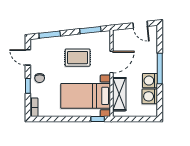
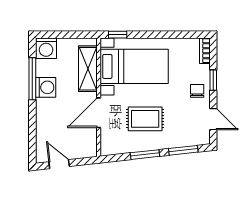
window: (90, 30) -> (145, 155), moved
window: (160, 68) -> (32, 79), moved
washing machine: (150, 96) -> (46, 48), moved, turned 90

